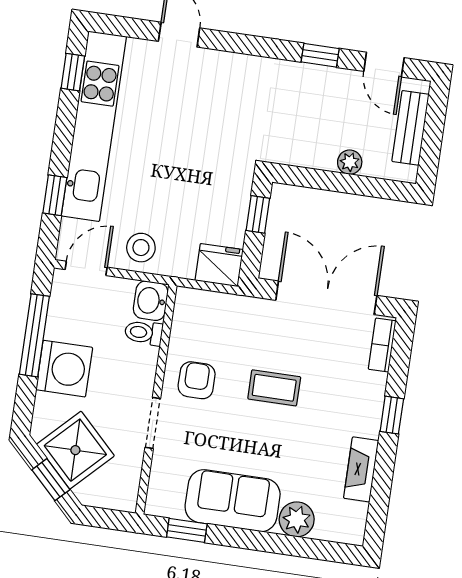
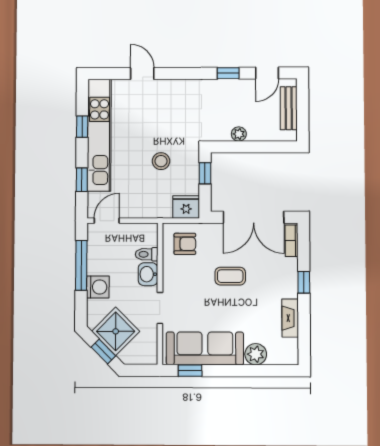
door: (384, 65) -> (267, 73), hinge flipped
window: (73, 72) -> (82, 127), moved
plant: (350, 162) -> (239, 134), moved
stool: (141, 248) -> (161, 161), moved
double door: (326, 298) -> (254, 217), swing flipped
washbasin: (151, 301) -> (148, 274), moved
washing machine: (64, 369) -> (98, 287), width x0.73, depth x0.73
armchair: (197, 380) -> (185, 244), moved, turned 90
sofa: (233, 501) -> (205, 348), width x1.36

